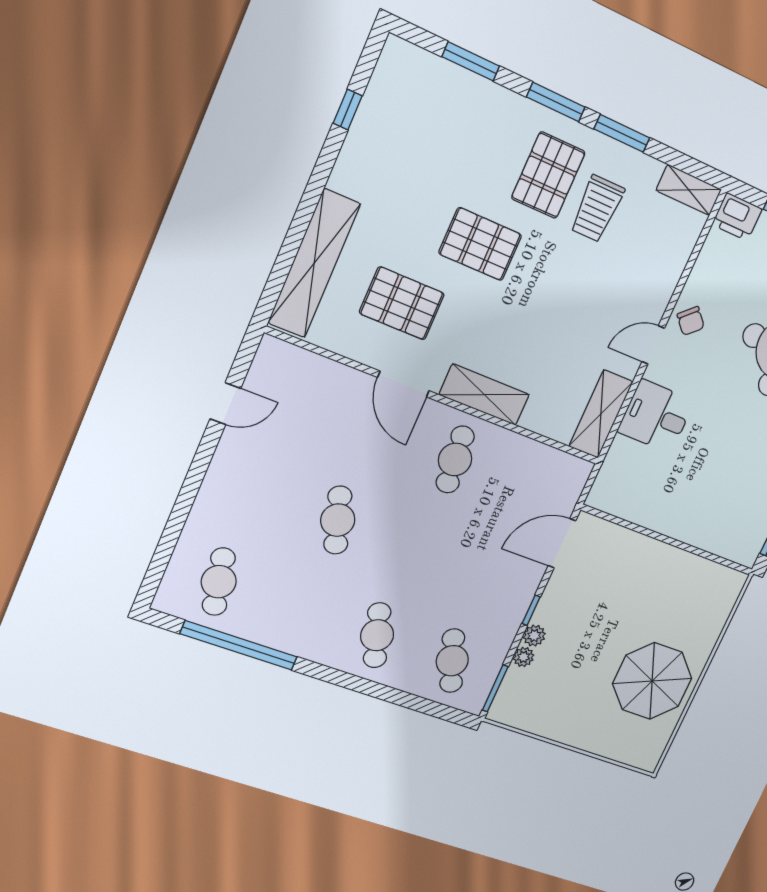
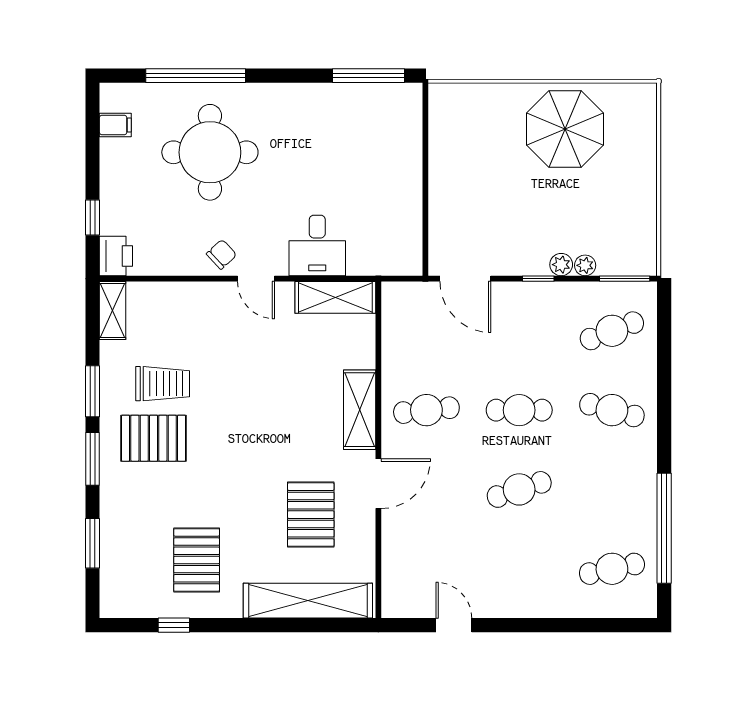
pallet: (480, 244) -> (197, 560), moved
cafe table: (416, 548) -> (519, 410), added
cafe table: (377, 635) -> (612, 410), turned 33

